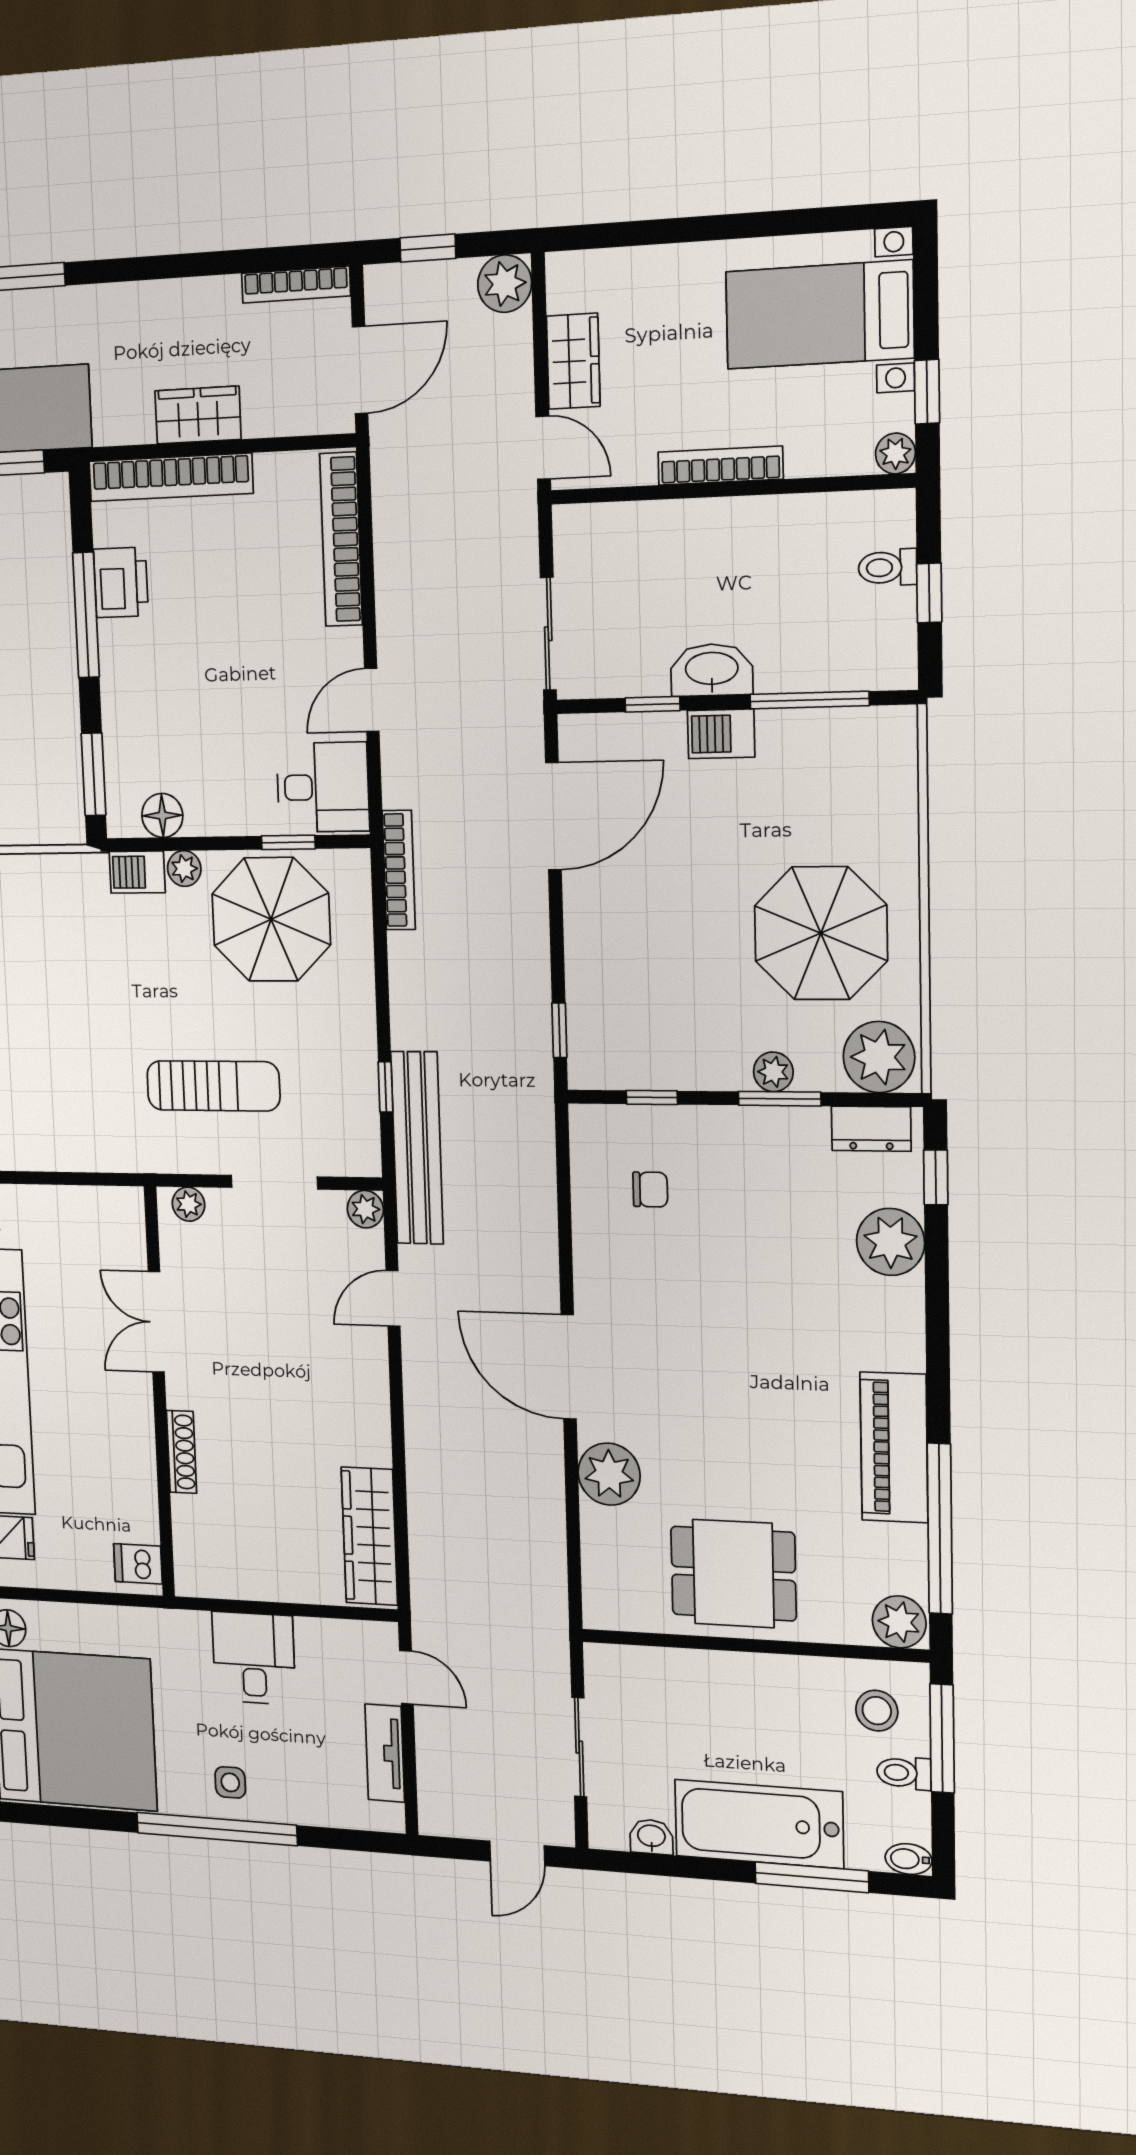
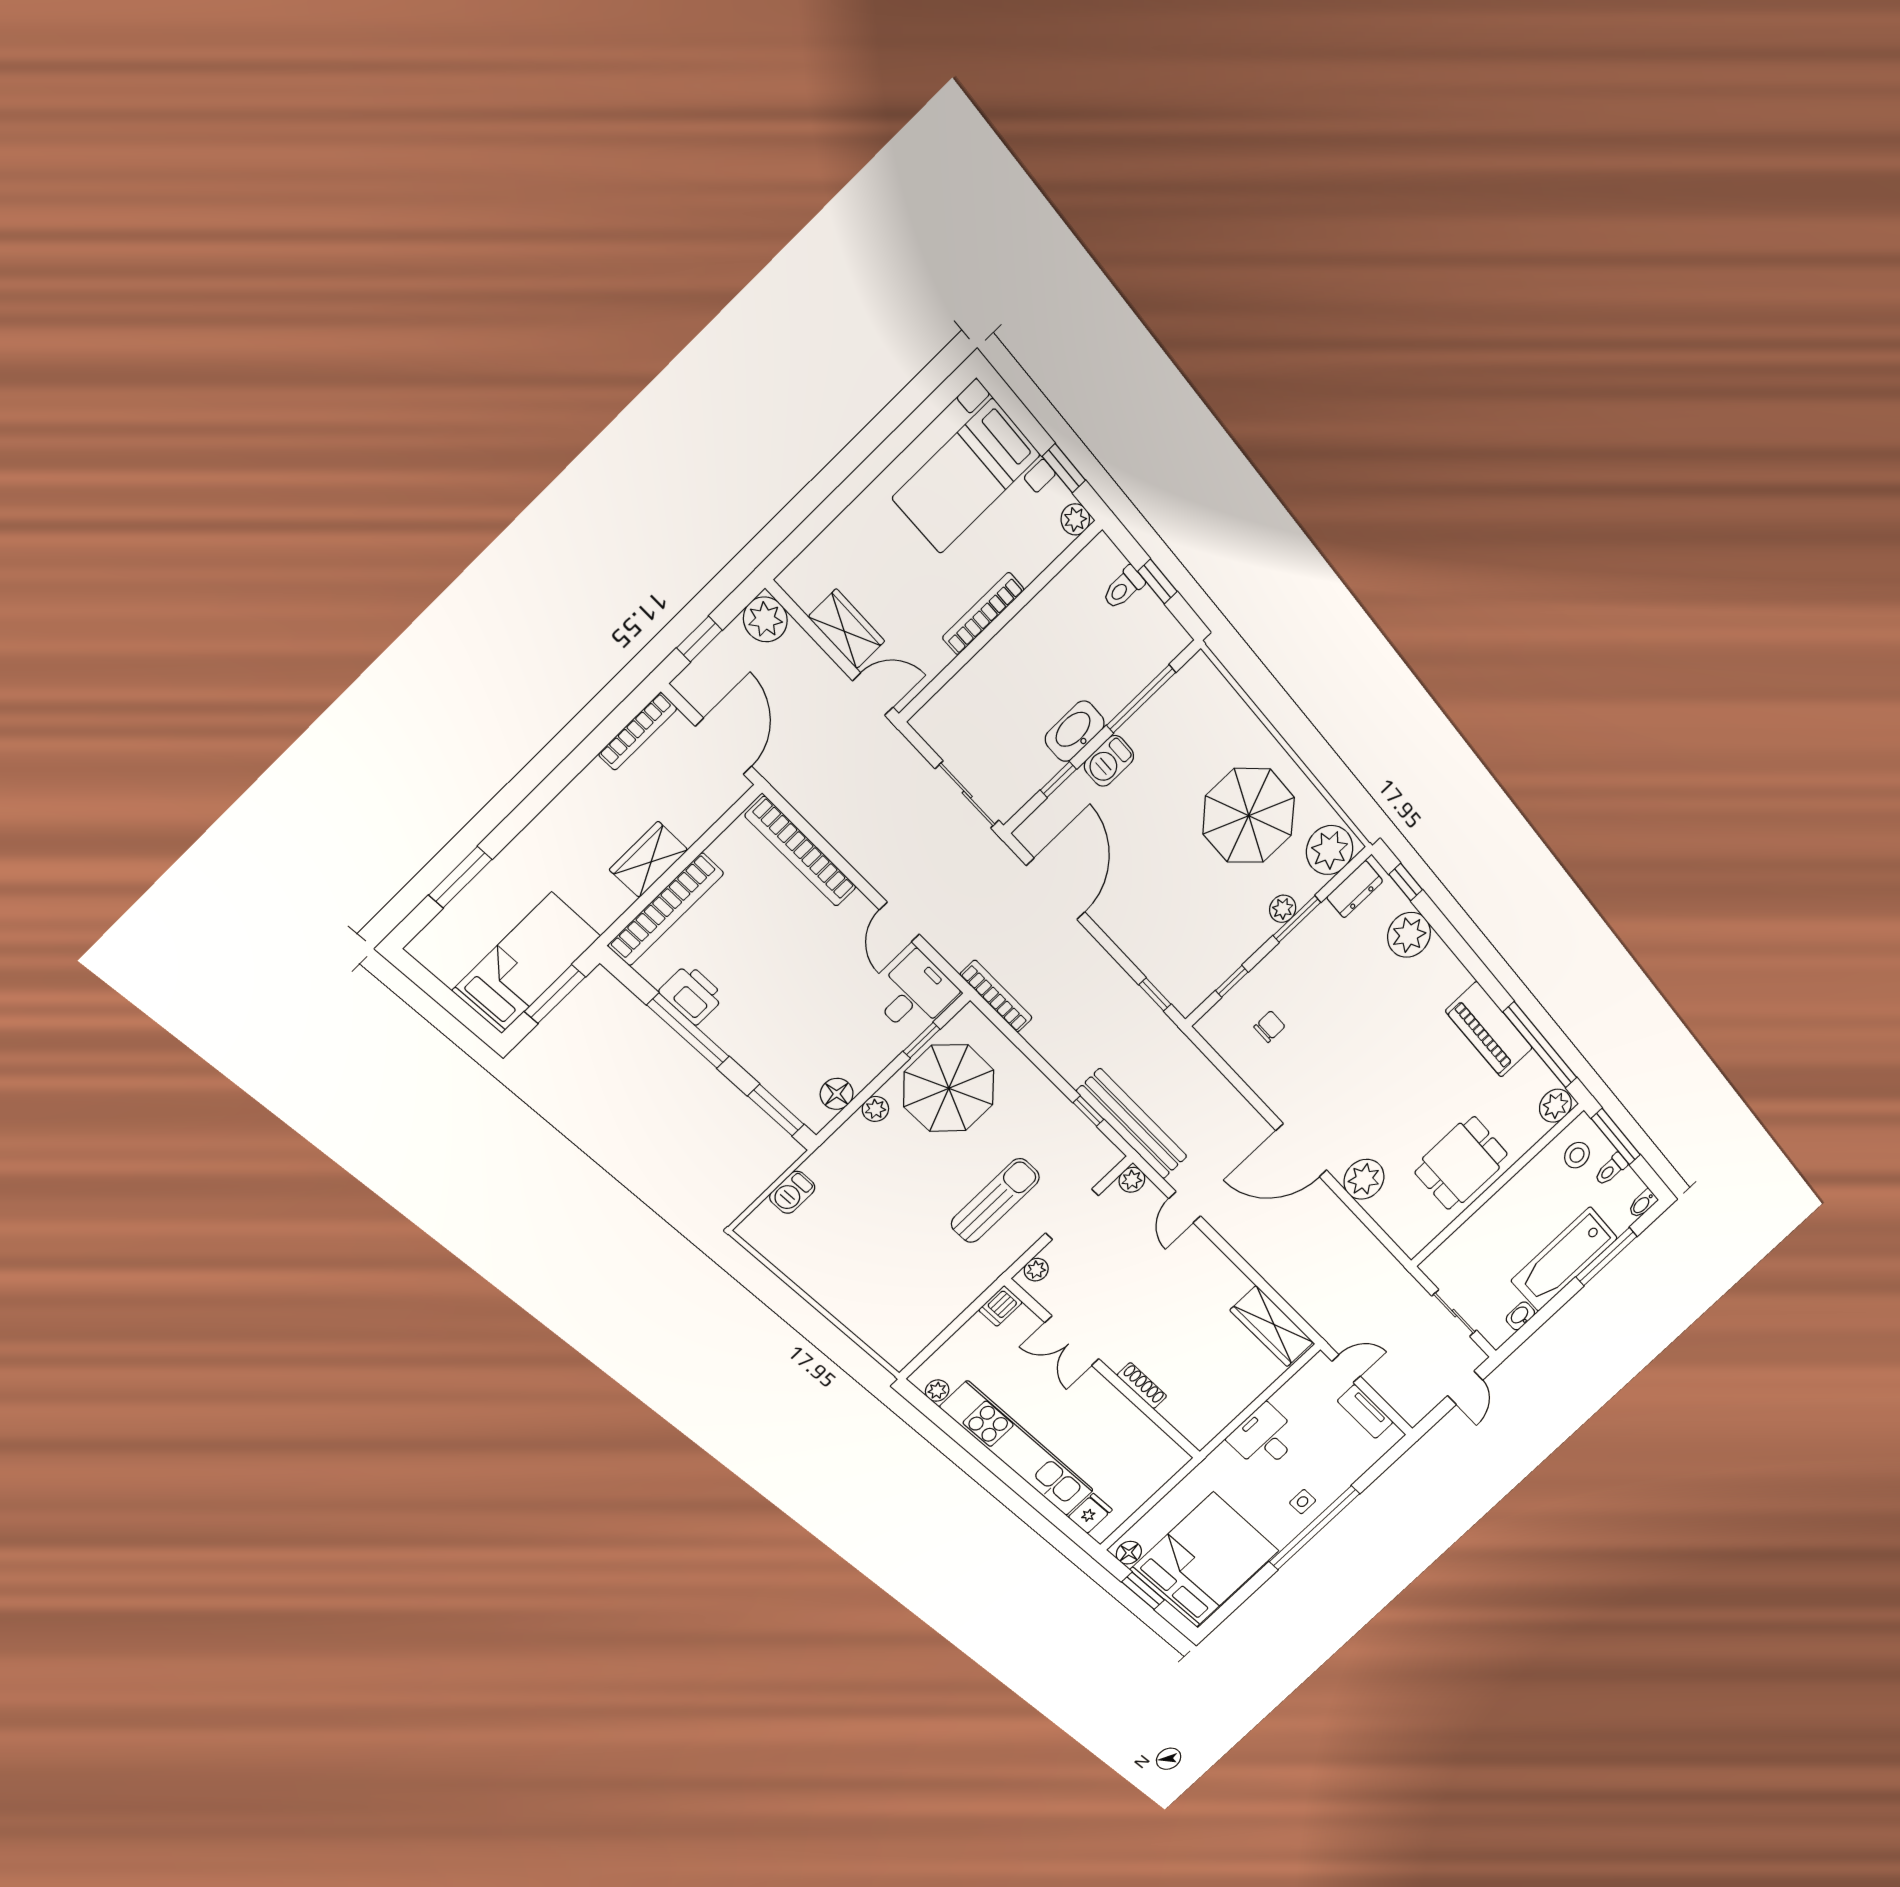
barbecue: (137, 872) -> (792, 1192), moved
dishwasher: (138, 1564) -> (1000, 1306), moved

